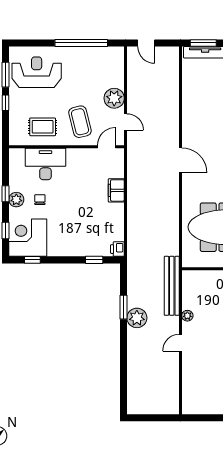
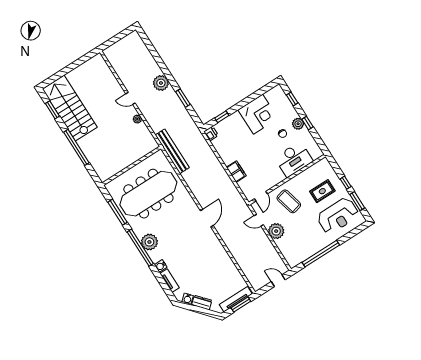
rug: (43, 127) -> (322, 191), moved
door: (181, 160) -> (207, 218), swing flipped
corner desk: (28, 238) -> (258, 114), moved
window: (32, 260) -> (262, 91), removed
bench: (172, 286) -> (172, 151), moved
plant: (137, 318) -> (161, 83), moved
door: (181, 343) -> (131, 98), swing flipped

